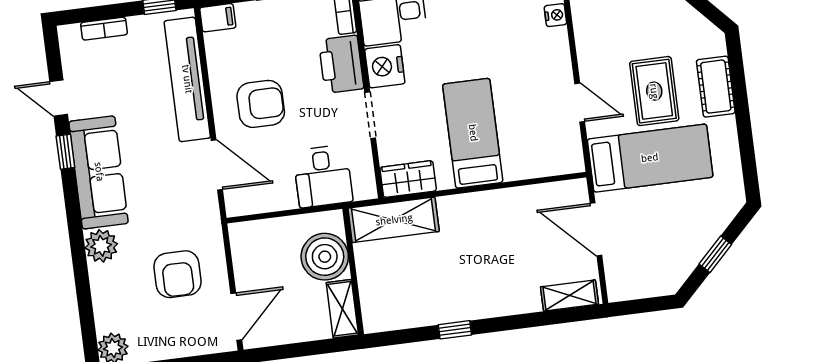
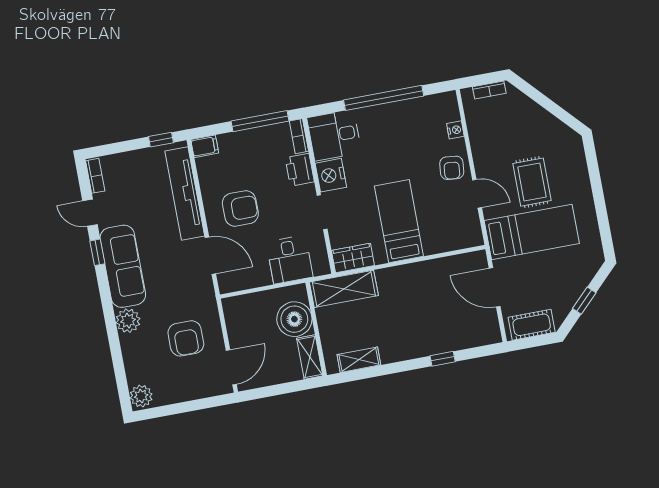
bookcase: (104, 29) -> (95, 176), moved, turned -90
printer: (341, 64) -> (300, 170), width x0.73, depth x0.84
armchair: (548, 66) -> (452, 168), added
cot: (716, 87) -> (532, 325), moved, turned 90
shelving: (569, 295) -> (359, 360), moved
window: (455, 330) -> (443, 359), moved

